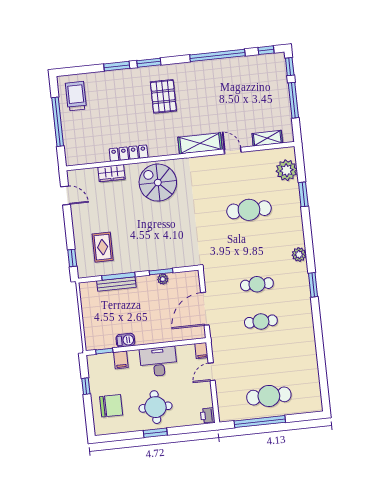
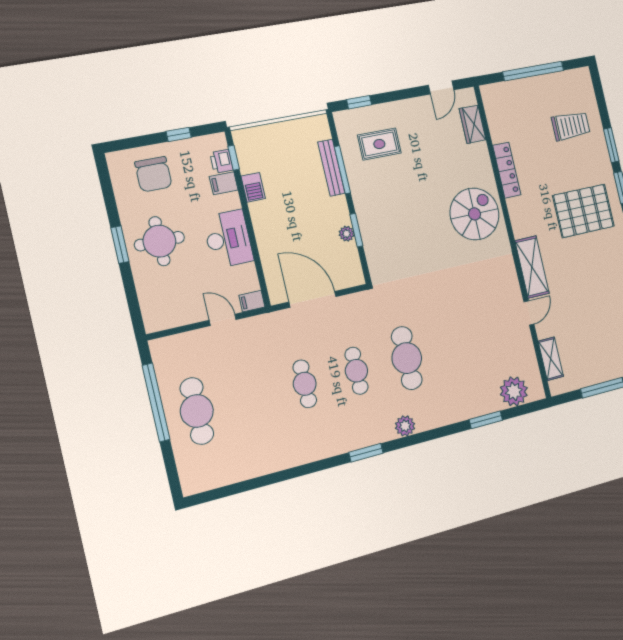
trolley: (76, 96) -> (571, 126), moved
pallet: (163, 96) -> (583, 211), width x1.37, depth x1.41
wardrobe: (111, 173) -> (473, 124), moved
cafe table: (249, 210) -> (407, 358), moved
printer: (208, 415) -> (222, 161), moved, turned -90

